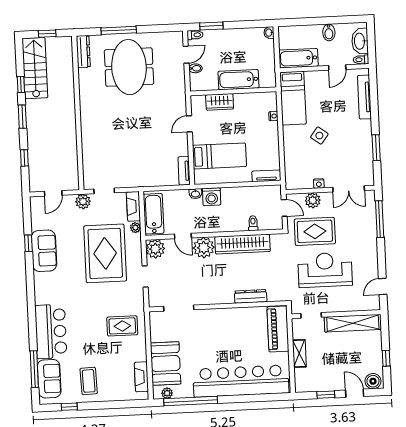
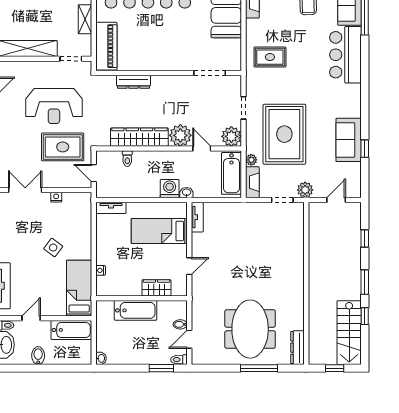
plant: (313, 200) -> (63, 180), removed

